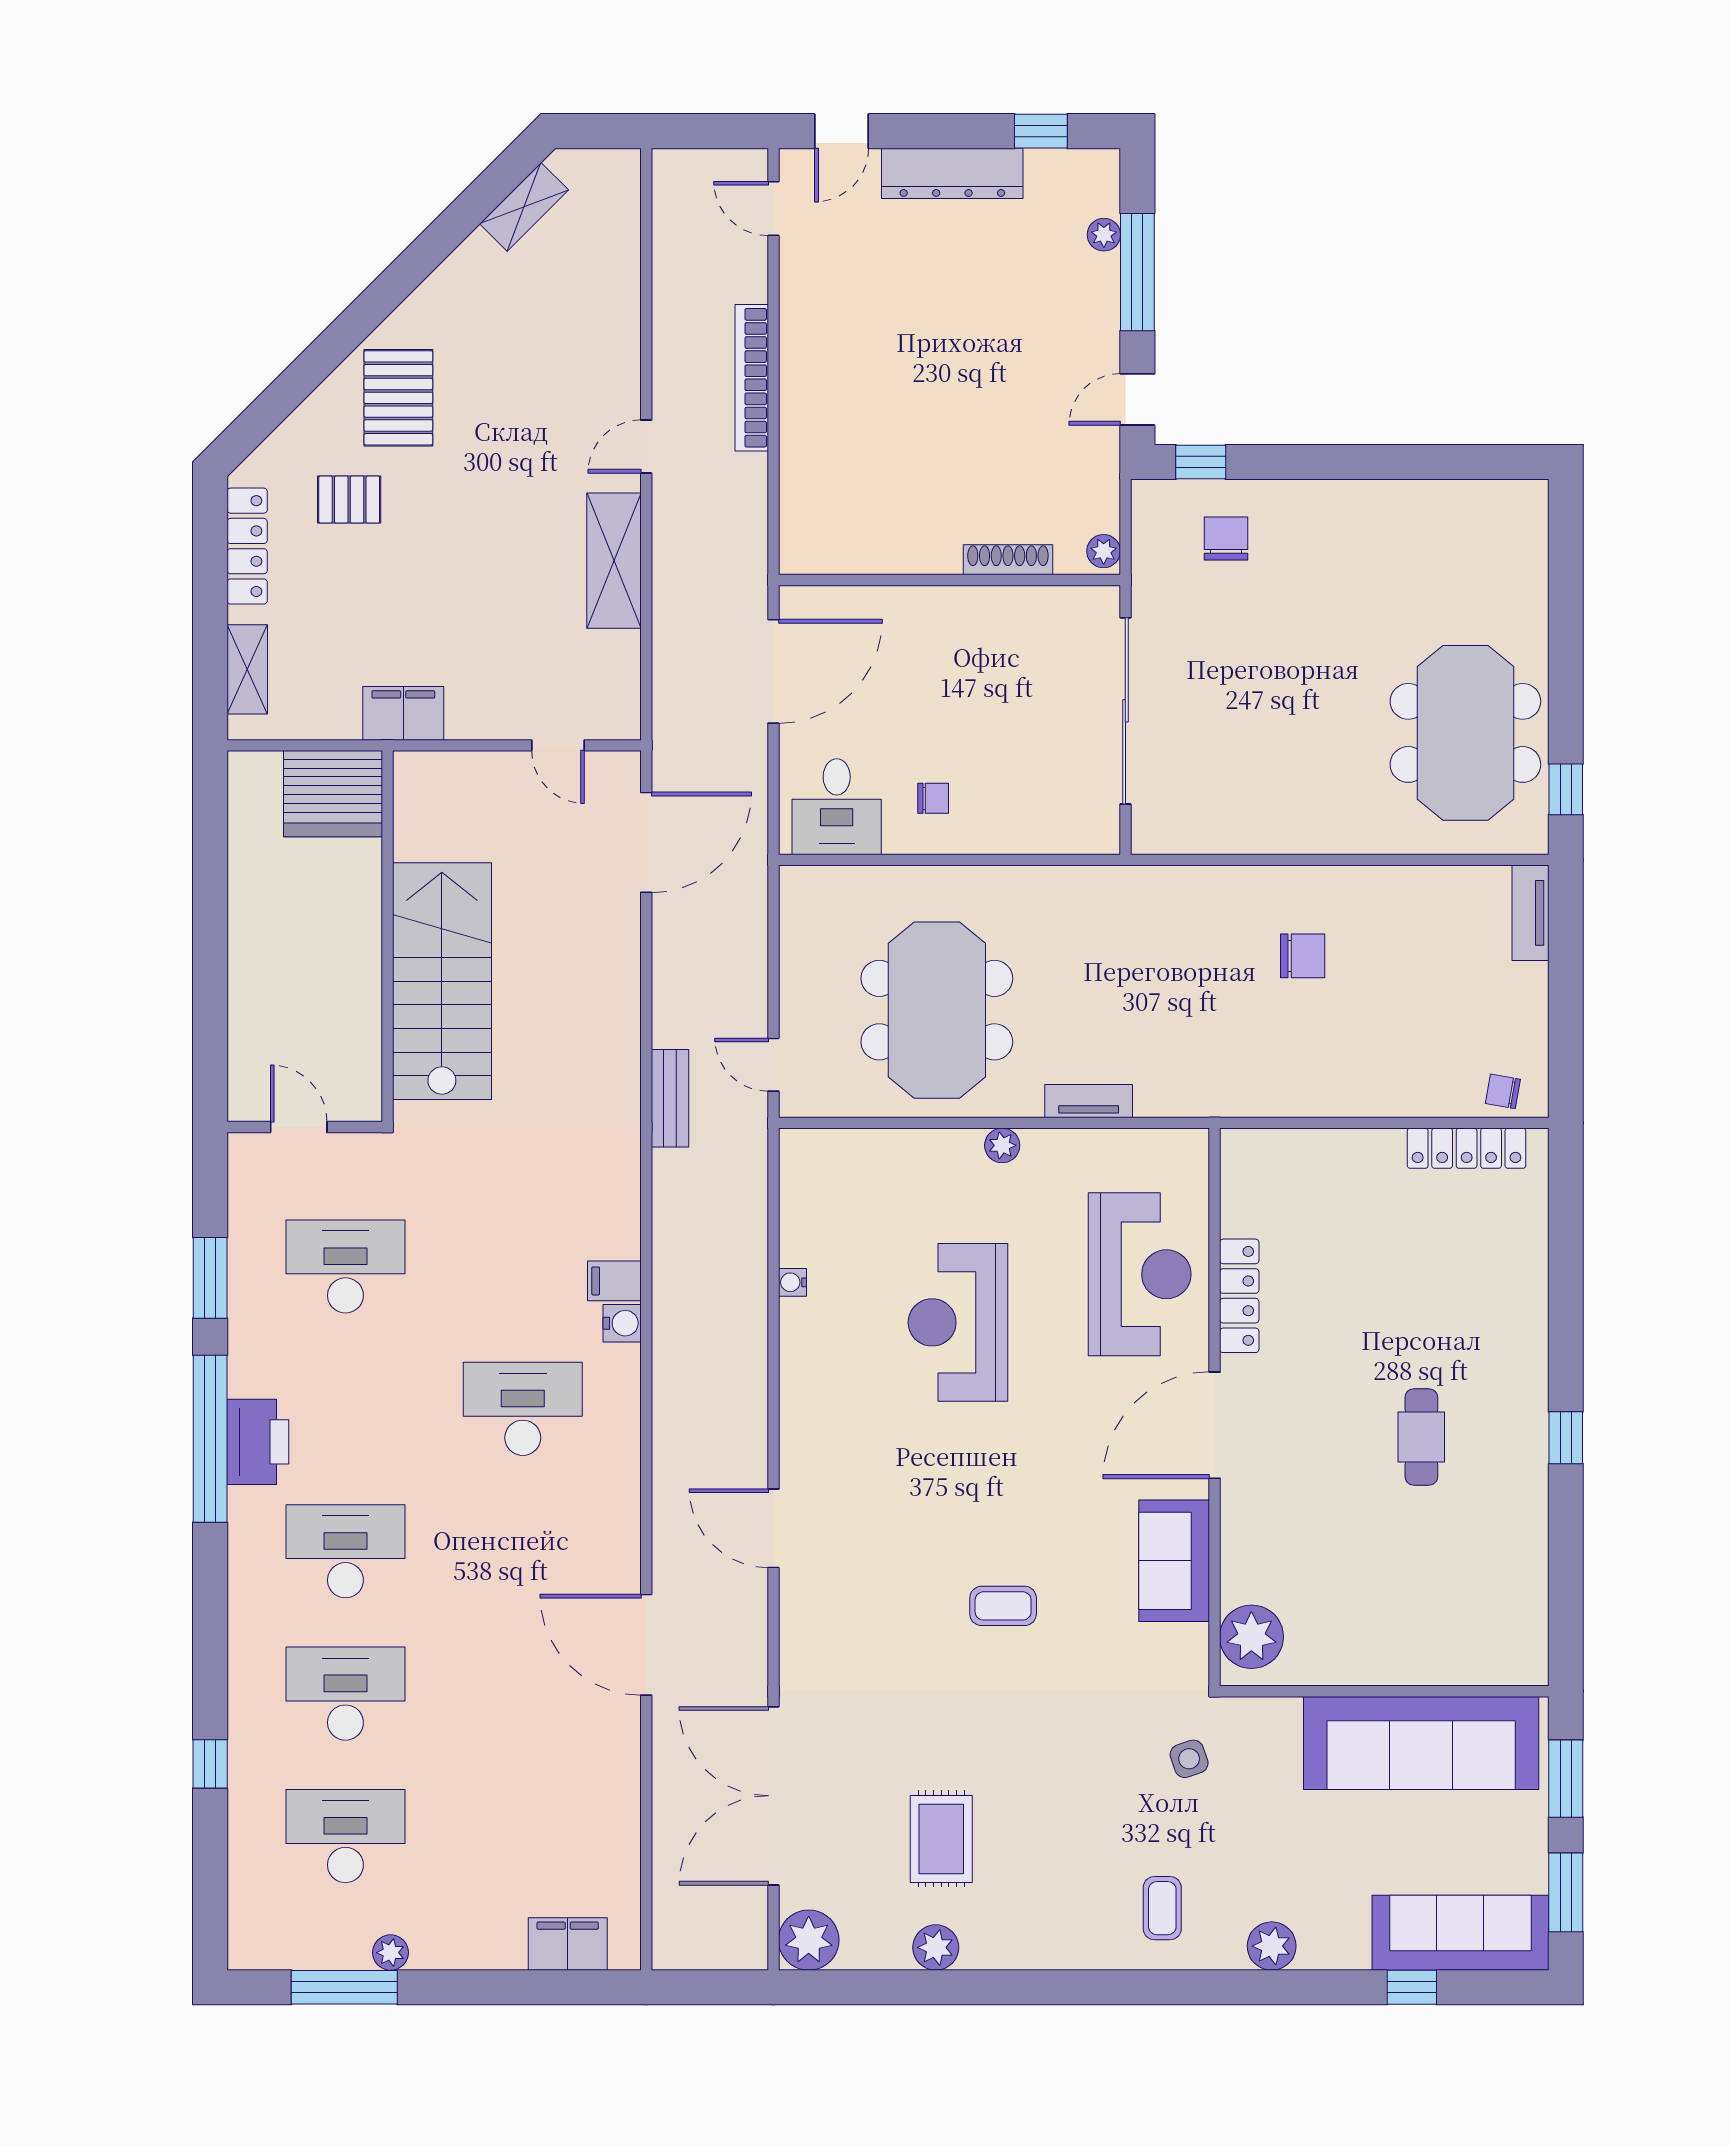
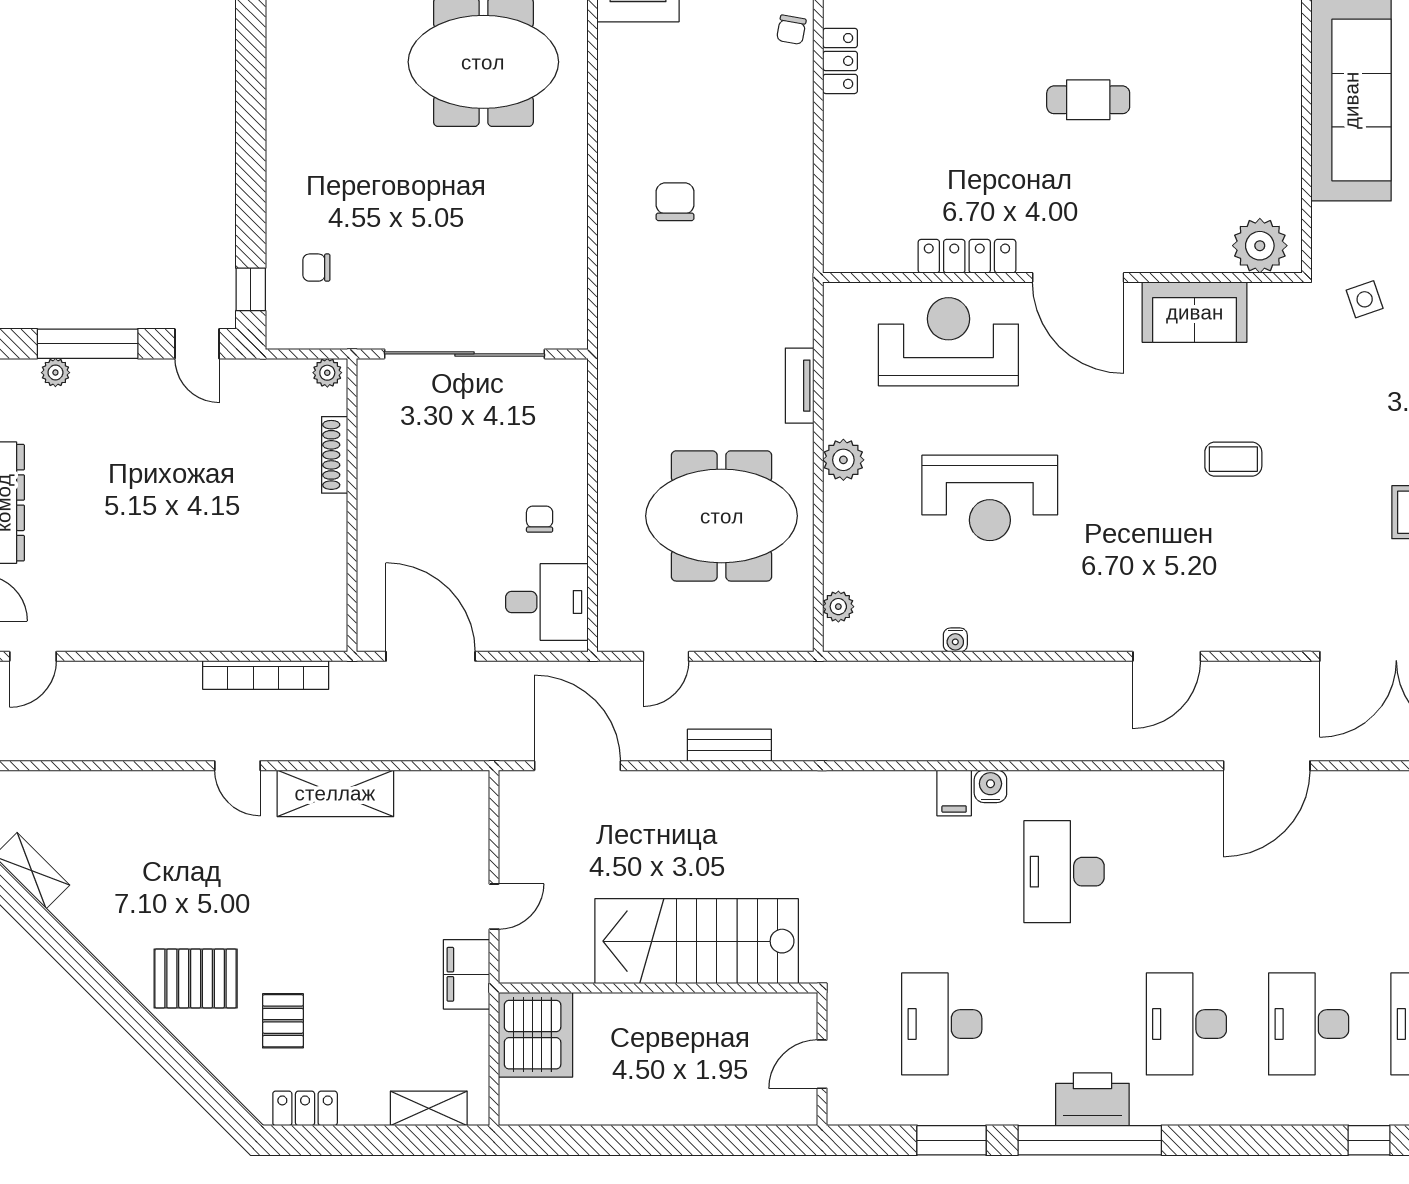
bookcase: (752, 378) -> (266, 675), moved
chair: (1226, 538) -> (316, 268), width x0.73, depth x0.73
locker: (247, 546) -> (305, 1108), width x0.66
door: (558, 745) -> (494, 907), moved
door: (773, 1065) -> (666, 656), moved
bench: (670, 1098) -> (729, 745), moved
plant: (1002, 1145) -> (843, 460), width x1.38, depth x1.38
plant: (831, 1146) -> (838, 607), added
locker: (1467, 1148) -> (840, 61), width x0.66
coffee table: (1003, 1606) -> (1233, 459), turned 90

